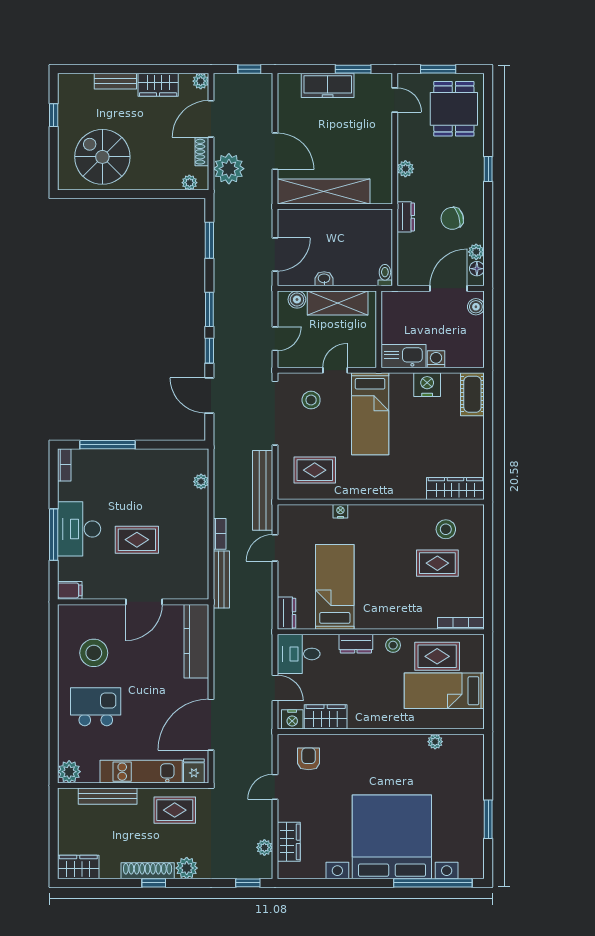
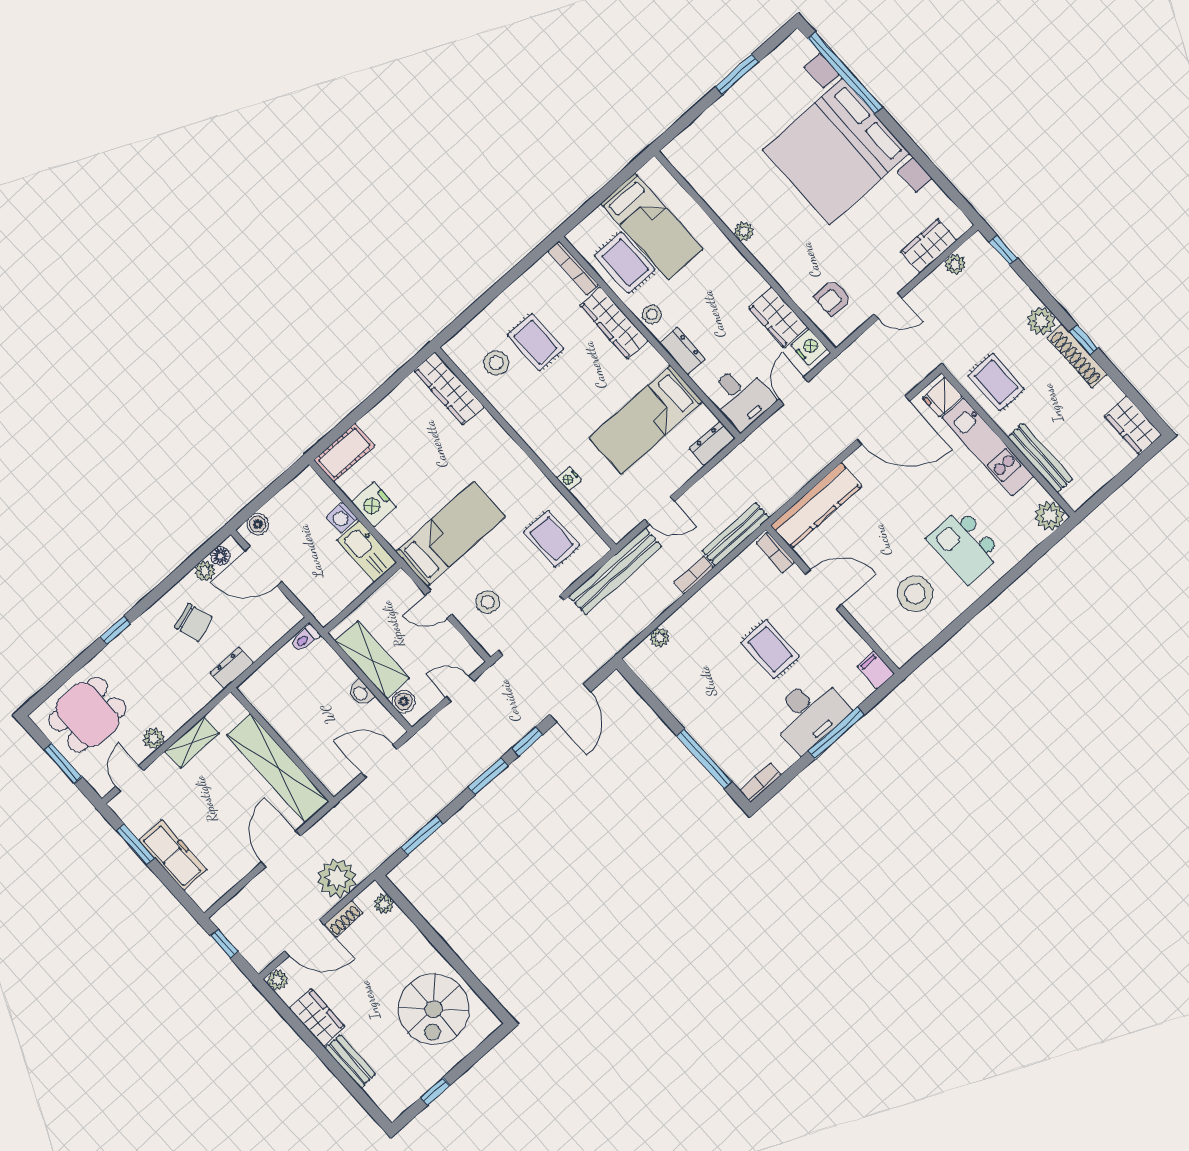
shelving: (383, 155) -> (192, 742), added
plant: (405, 169) -> (154, 738), moved
bookcase: (190, 593) -> (775, 553), added
wardrobe: (408, 619) -> (614, 323), added
plant: (435, 742) -> (744, 231), moved

